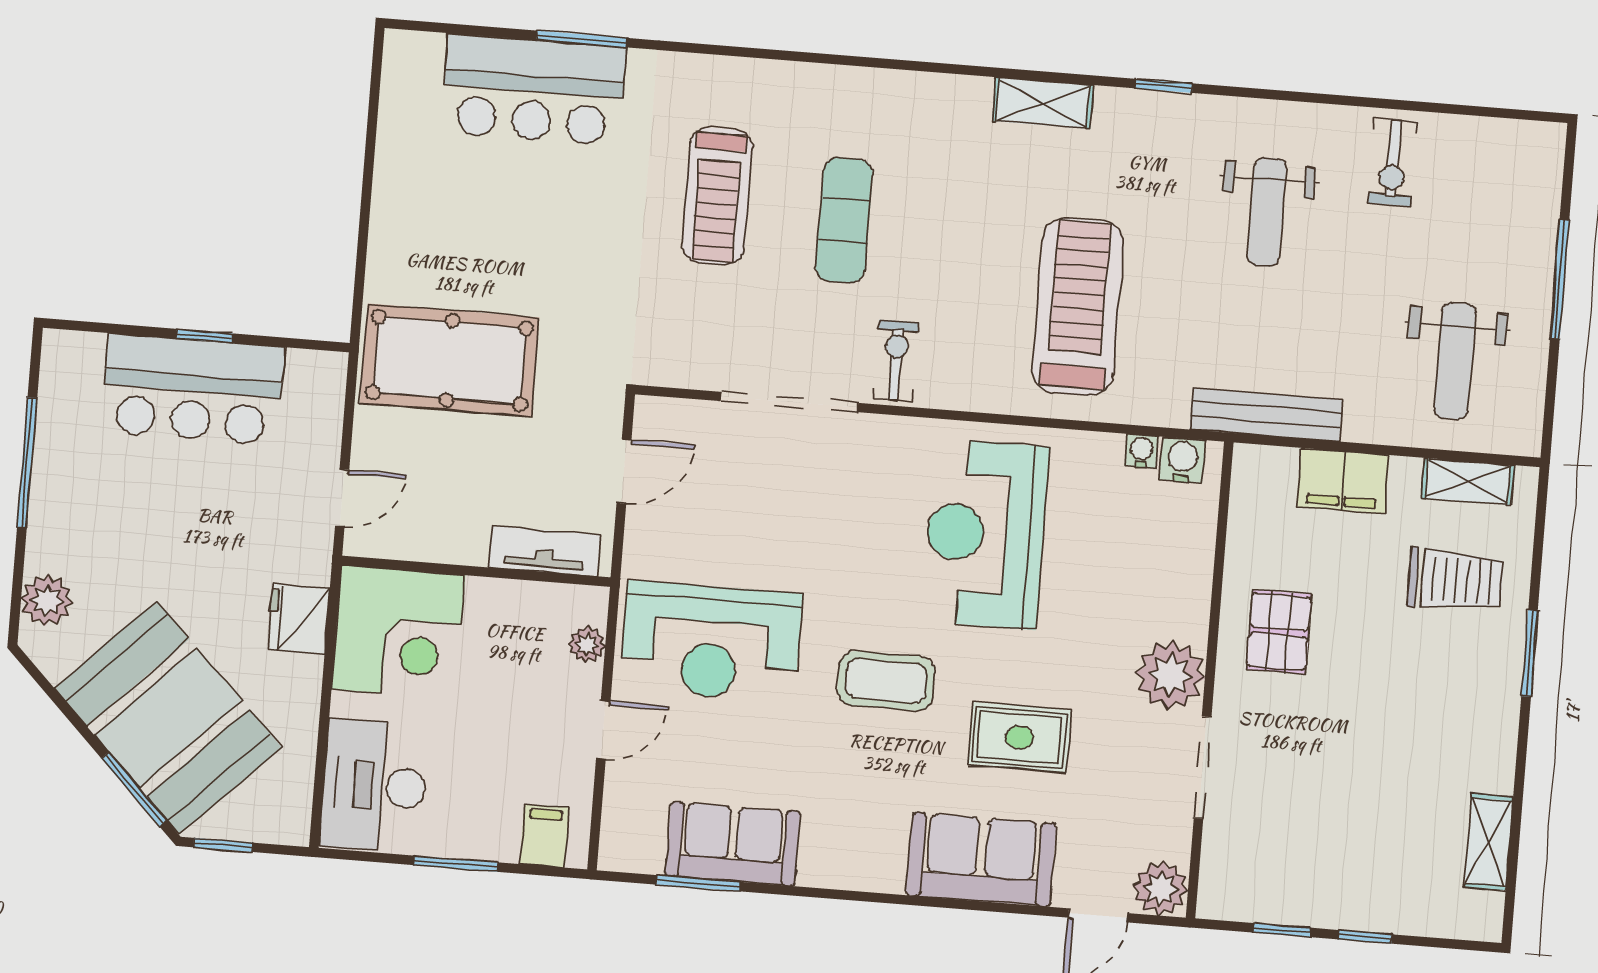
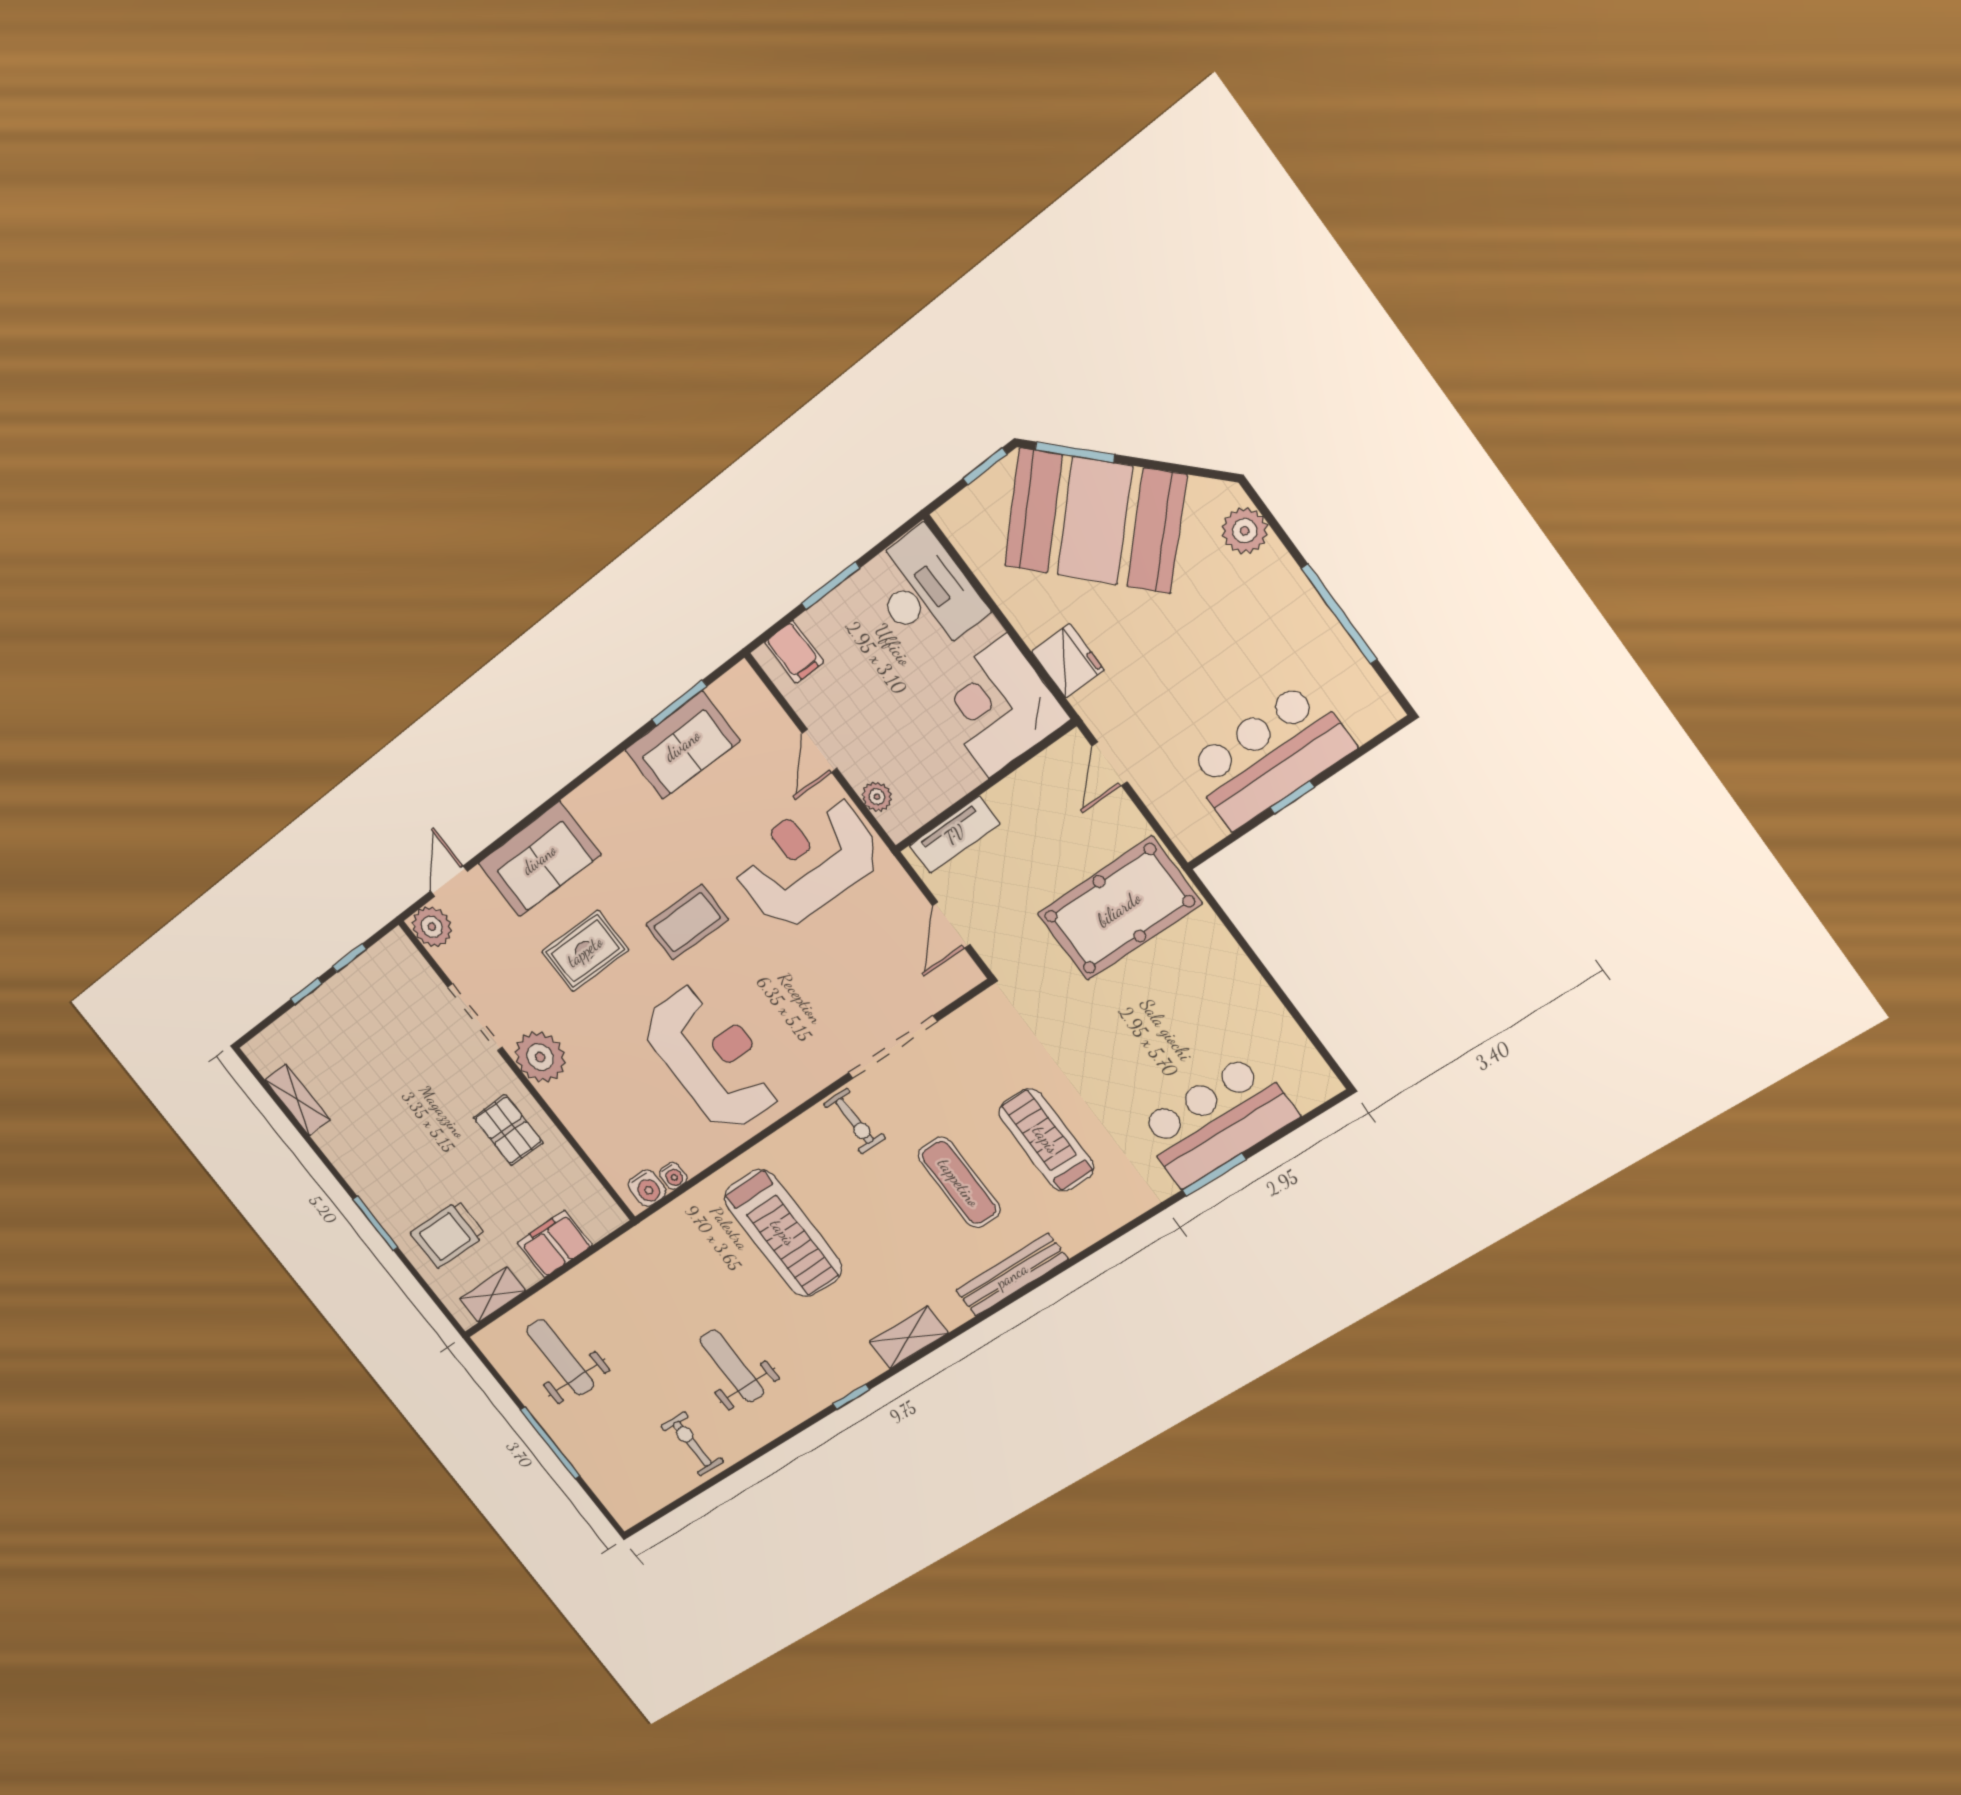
bench: (1266, 415) -> (1012, 1275), moved

